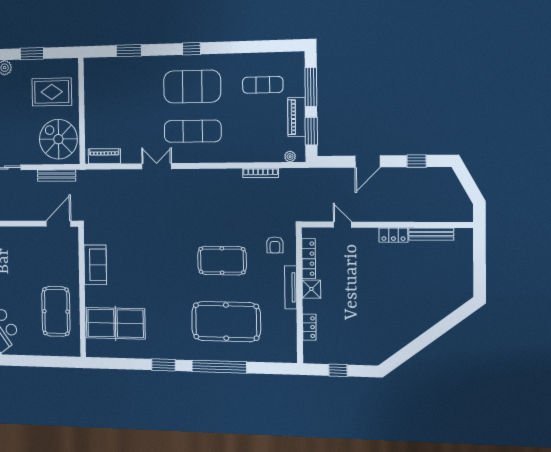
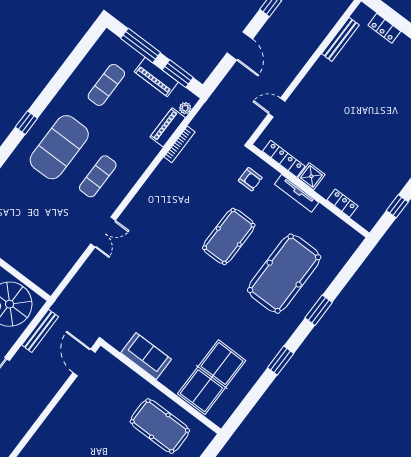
exercise mat: (193, 131) -> (98, 176), width x0.73, depth x0.69
piano: (104, 156) -> (168, 127), moved
double door: (157, 166) -> (103, 232), swing flipped
locker: (393, 235) -> (384, 28), moved, turned 90
window: (219, 367) -> (319, 310), width x0.47

